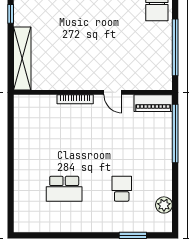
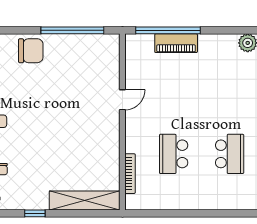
bookcase: (75, 99) -> (130, 174), moved
piano: (153, 103) -> (176, 43), moved, turned 90
school desk: (122, 189) -> (174, 154), moved, width x1.85

